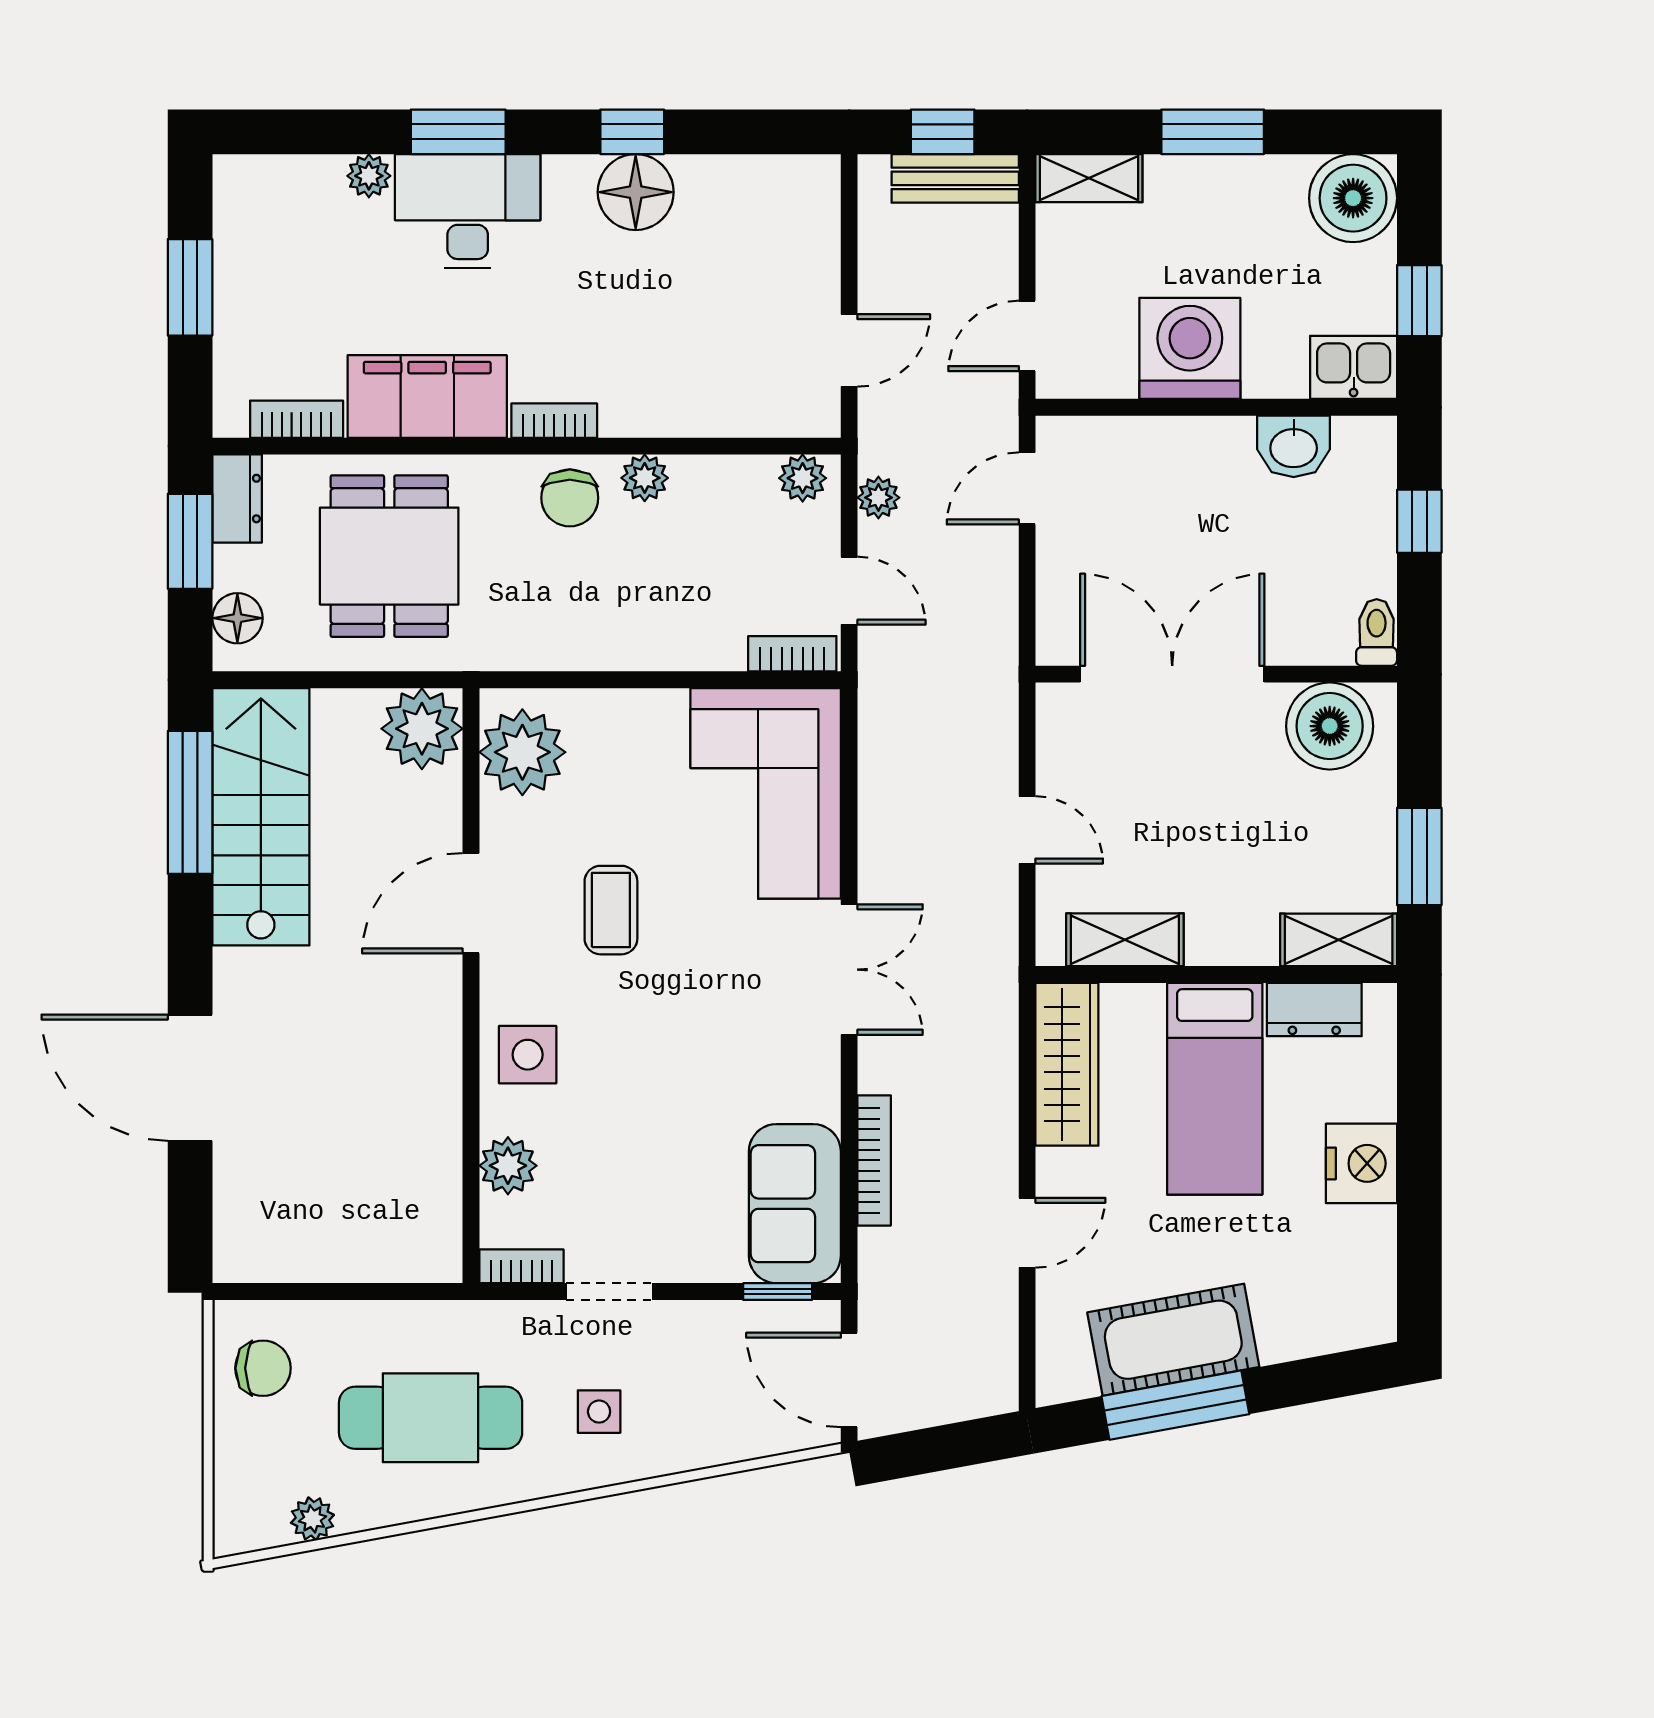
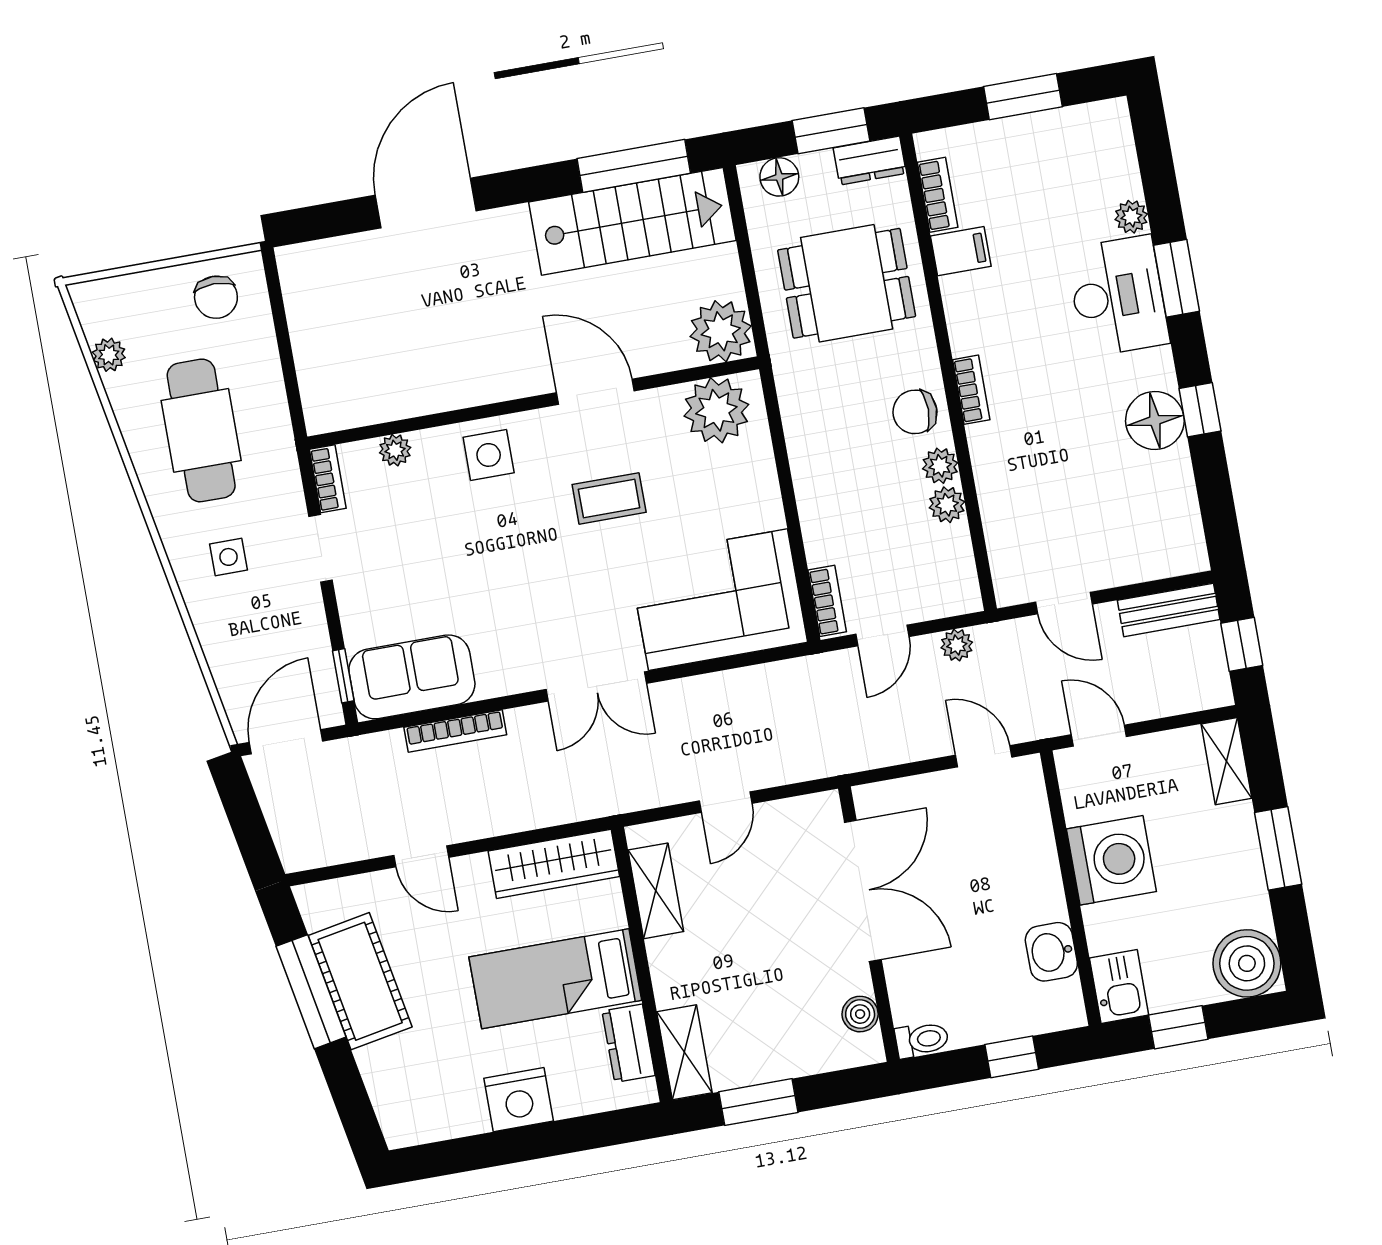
bench: (955, 178) -> (1169, 610), moved, turned 90
filing cabinet: (427, 396) -> (961, 251), width x0.33, depth x0.86
plant: (803, 478) -> (947, 505), moved
boiler: (1330, 726) -> (860, 1014), width x0.54, depth x0.54
plant: (508, 1166) -> (395, 450), width x0.73, depth x0.73

